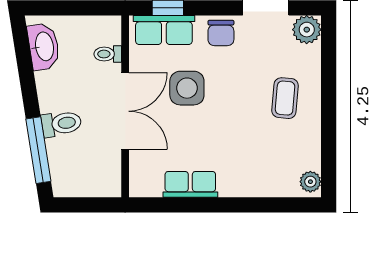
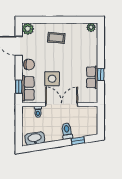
window: (38, 150) -> (78, 141), width x0.46
window: (197, 205) -> (101, 75), added

